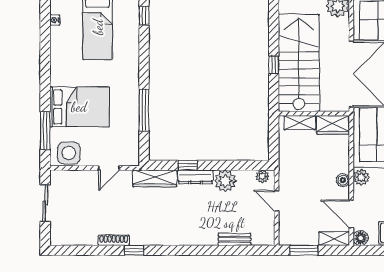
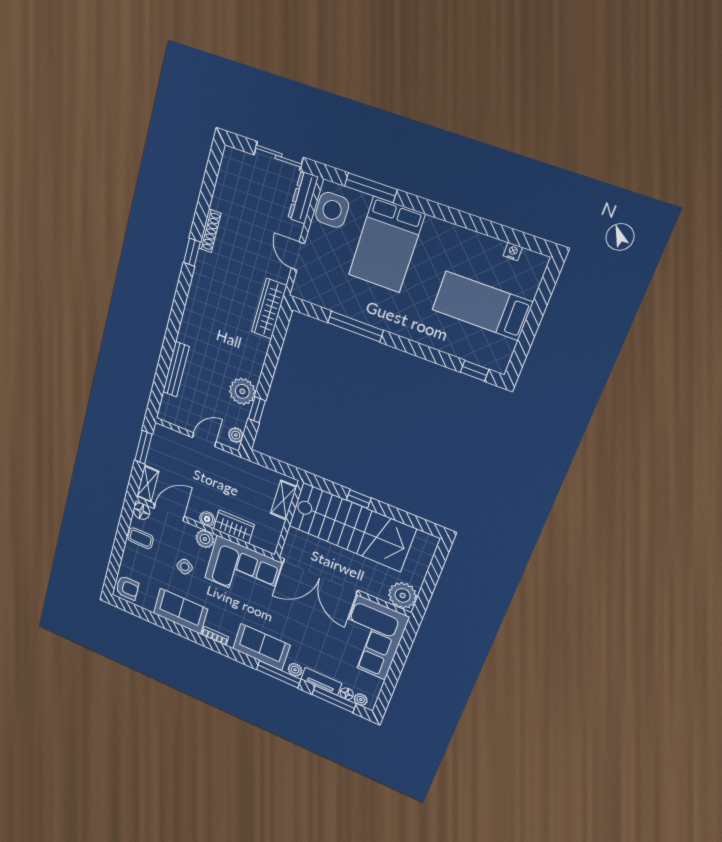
wardrobe: (333, 125) -> (234, 527), moved, turned 90
window: (187, 165) -> (257, 410), moved
dresser: (195, 177) -> (303, 198), moved
bench: (234, 239) -> (176, 369), width x1.36

